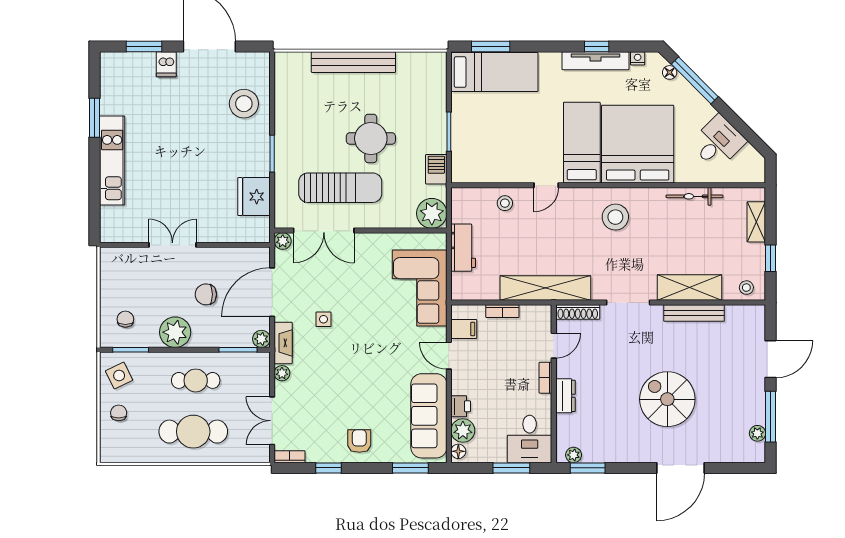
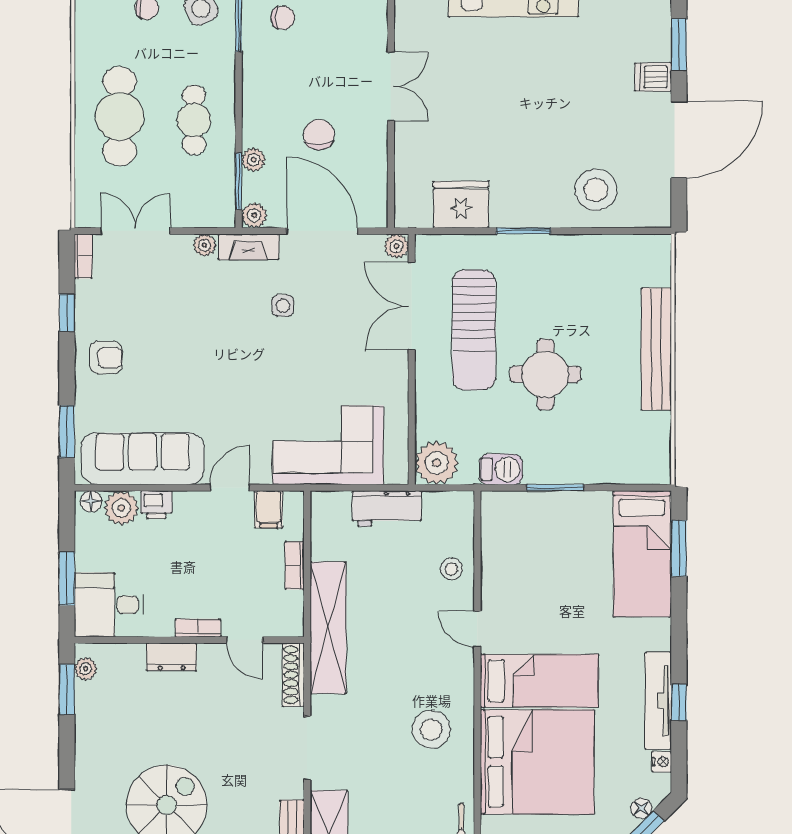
plant: (175, 332) -> (253, 160), moved, width x0.53, depth x0.53

